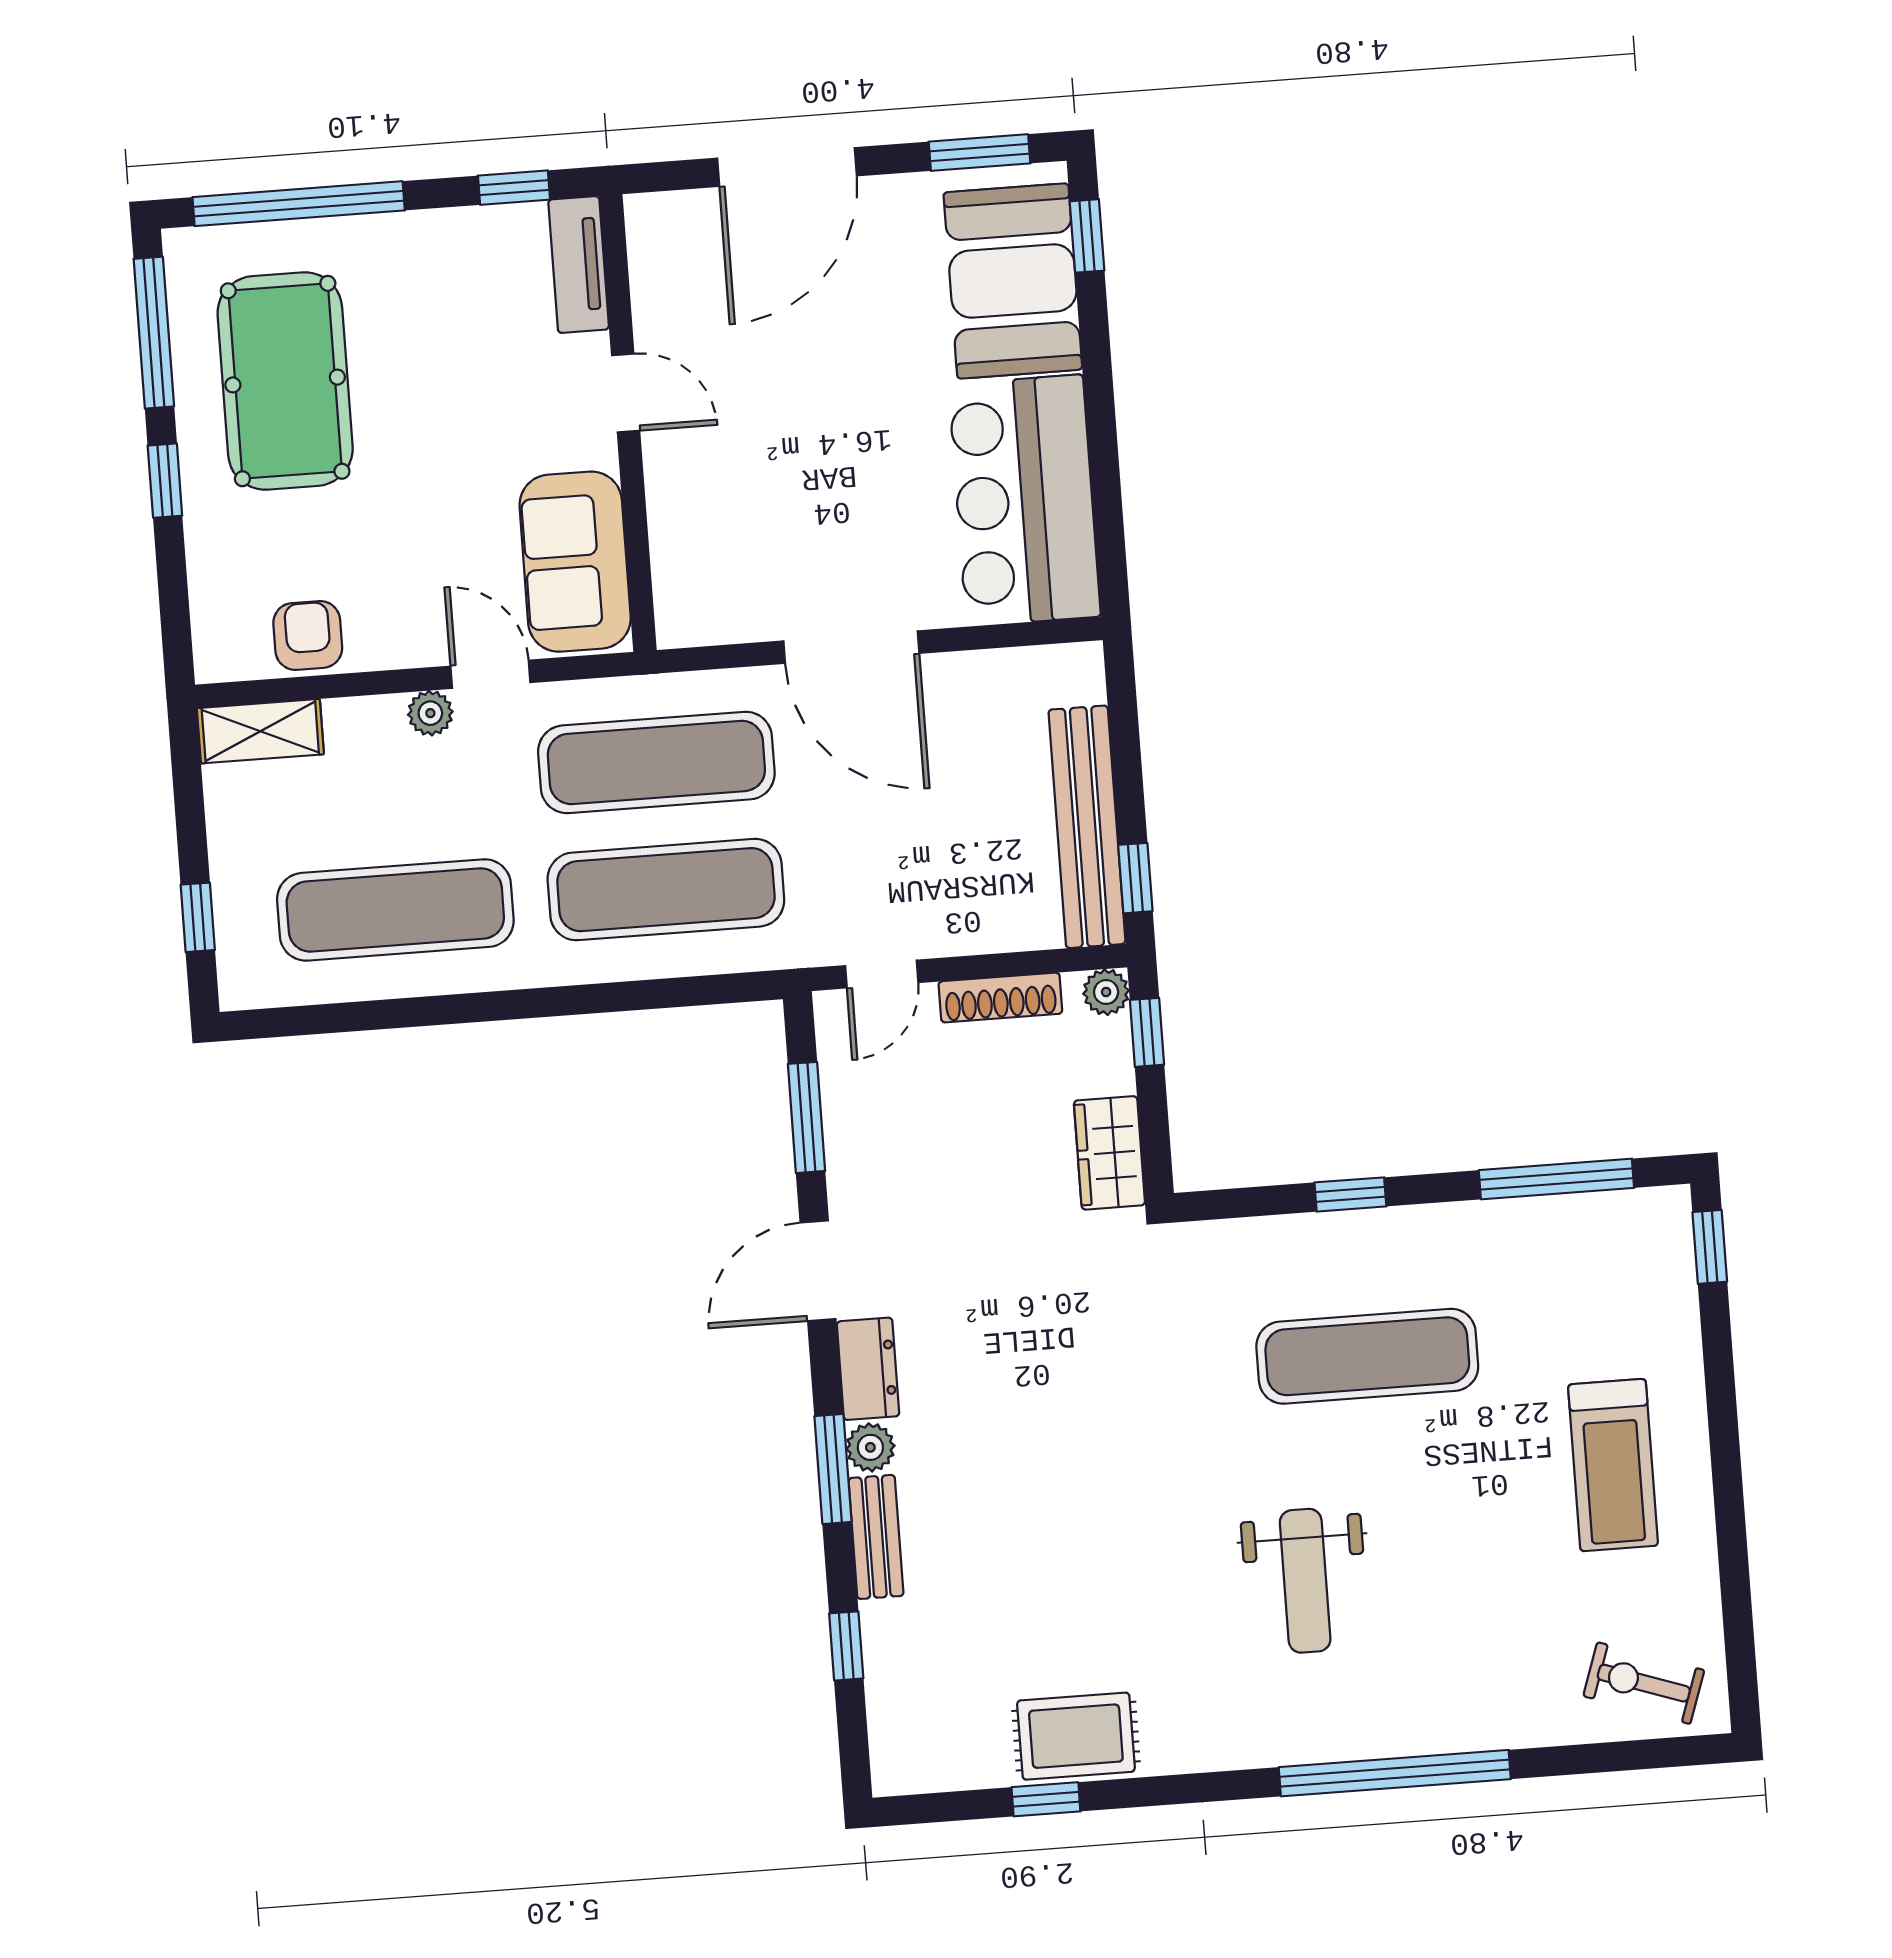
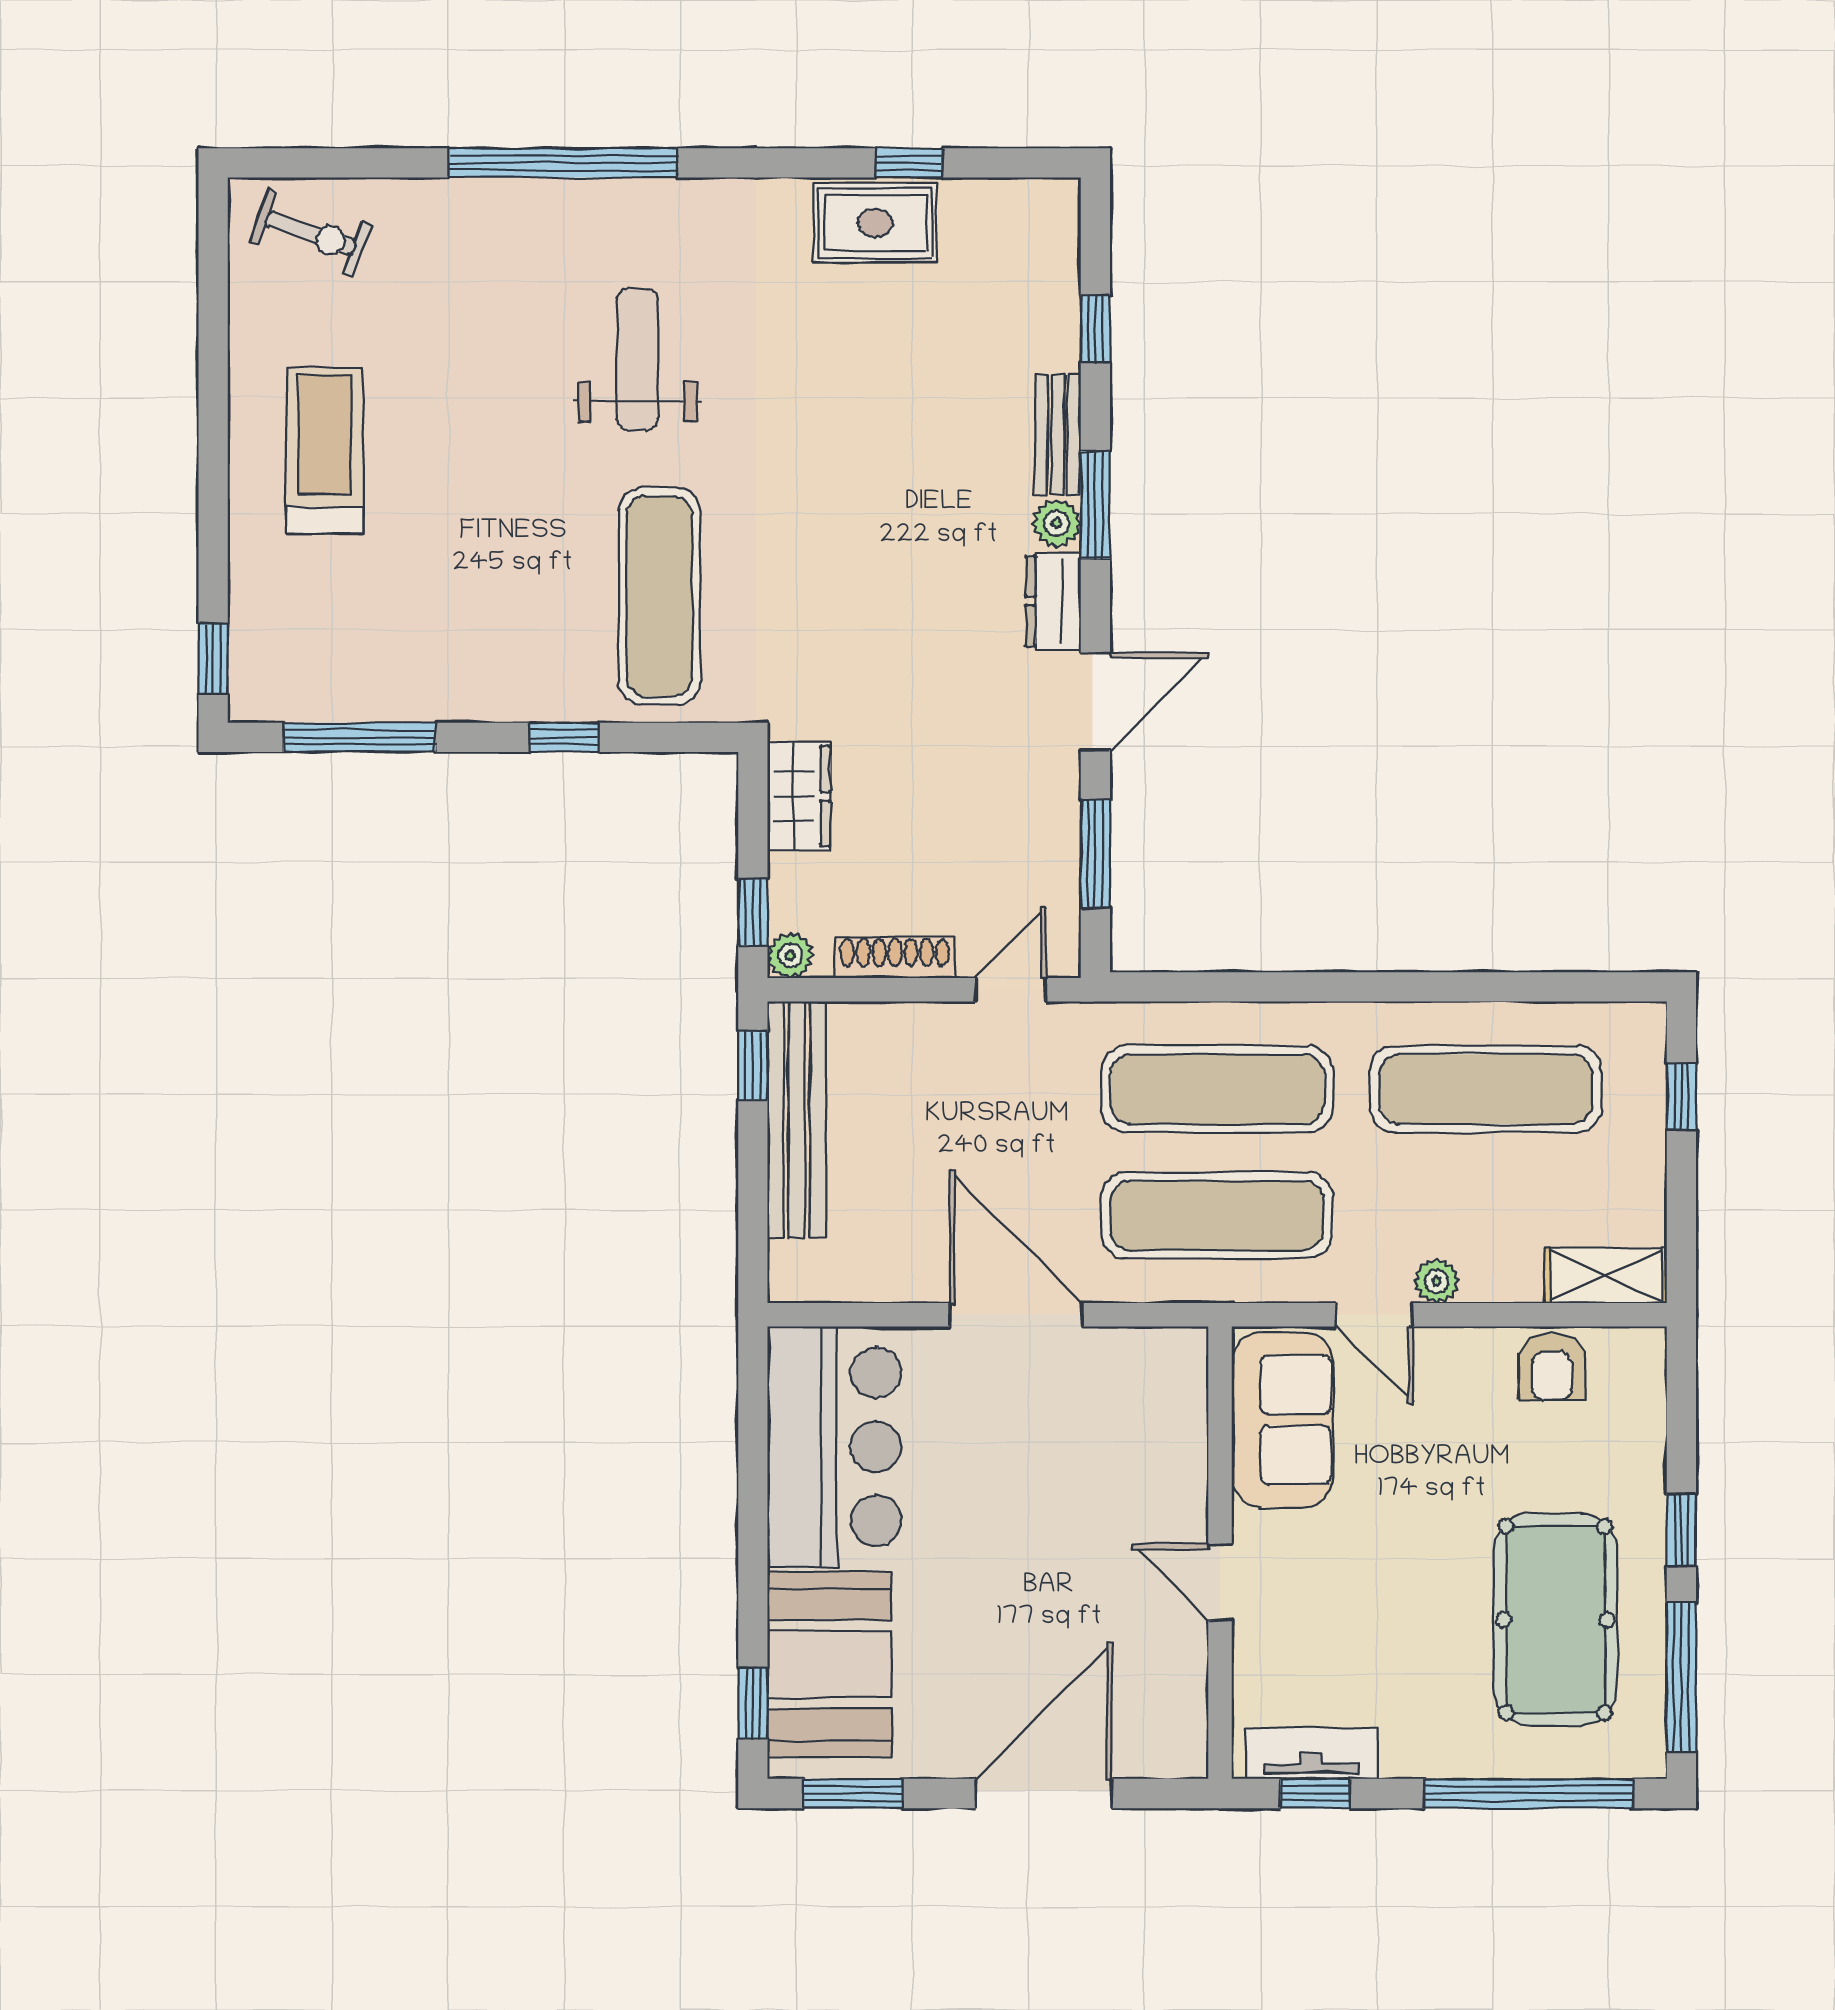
tv unit: (579, 265) -> (1312, 1754), moved, turned -90
exercise mat: (1367, 1356) -> (659, 596), moved, turned 90

